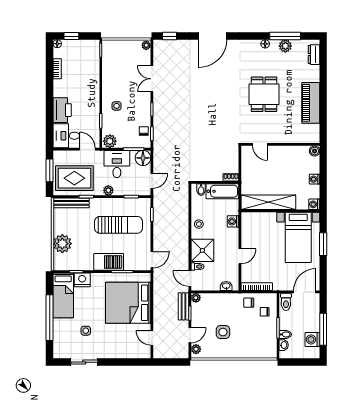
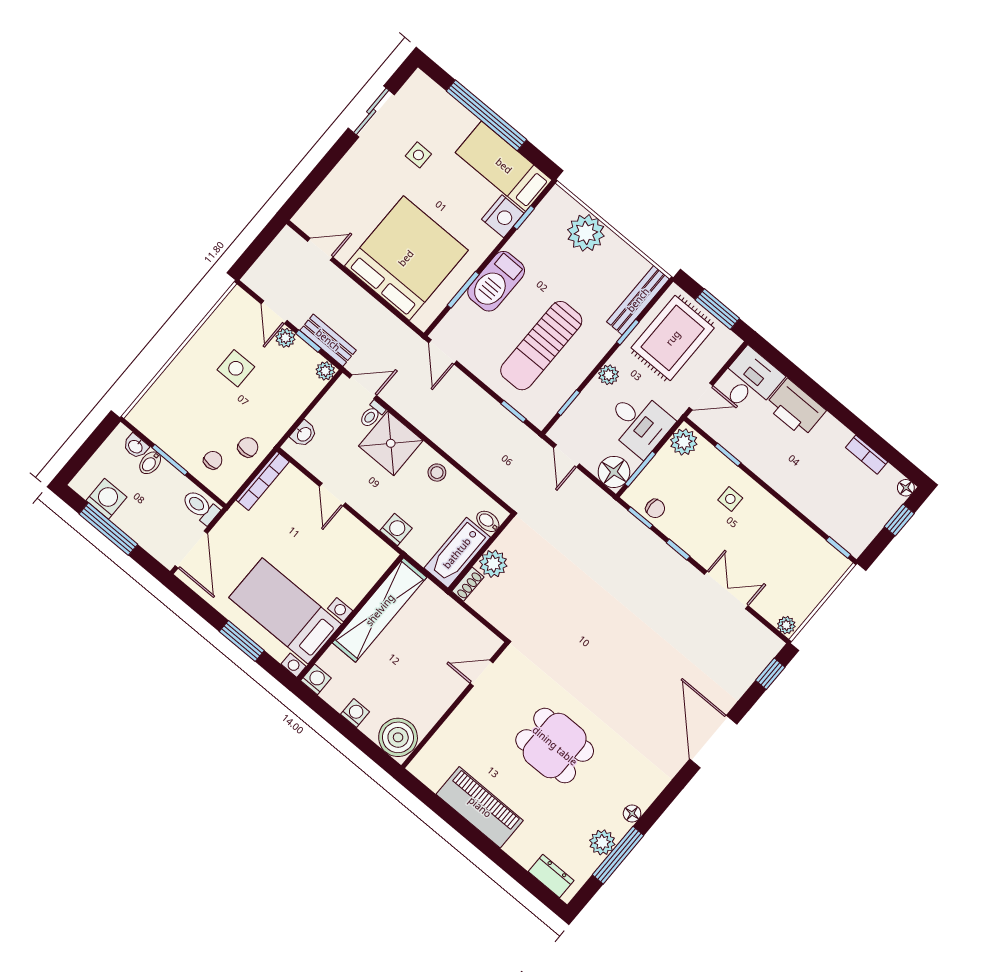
boiler: (315, 151) -> (398, 737), width x1.86, depth x1.86
plant: (215, 174) -> (493, 564), added
plant: (196, 349) -> (285, 338), moved

